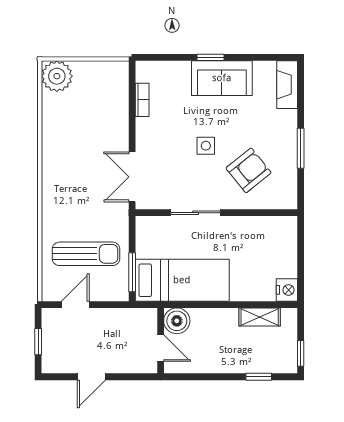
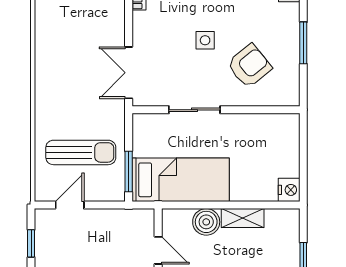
shelving: (260, 317) -> (243, 218), moved
boiler: (177, 321) -> (206, 222), moved

